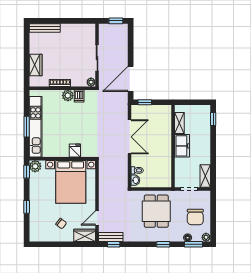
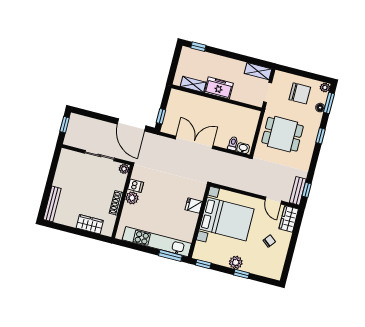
window: (27, 127) -> (170, 256), moved
plant: (35, 166) -> (236, 262), moved

